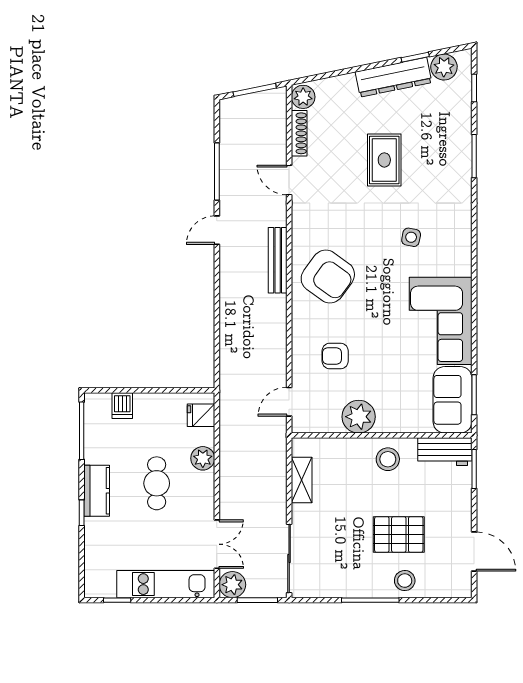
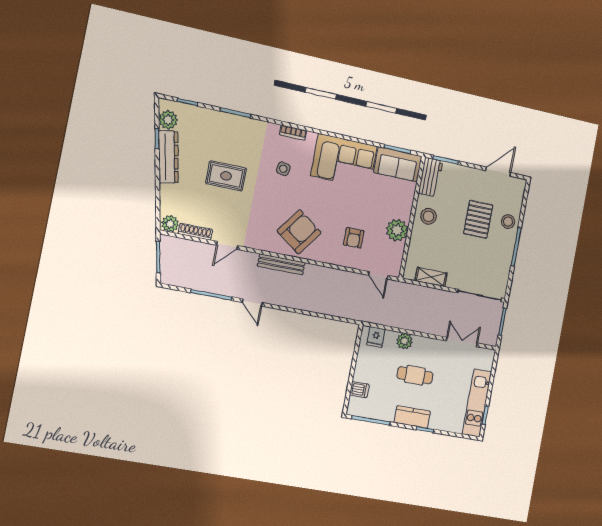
bookcase: (464, 241) -> (293, 133), added
kitchen unit: (166, 584) -> (477, 403), moved
plant: (232, 585) -> (490, 336), removed

